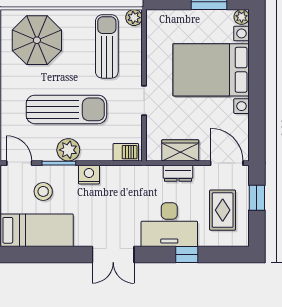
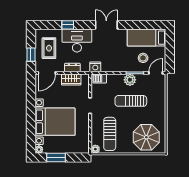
sun lounger: (66, 109) -> (131, 101), width x0.73, depth x0.75
door: (19, 163) -> (156, 73), swing flipped
door: (227, 163) -> (47, 73), hinge flipped
nightstand: (89, 175) -> (95, 67), moved

